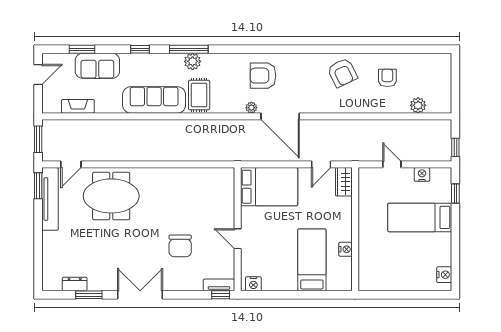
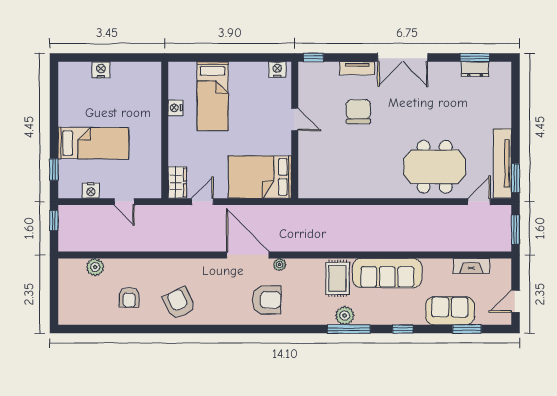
nightstand: (444, 275) -> (101, 70), moved, turned 90
tv unit: (219, 285) -> (357, 68), moved
window: (89, 295) -> (475, 57), moved

